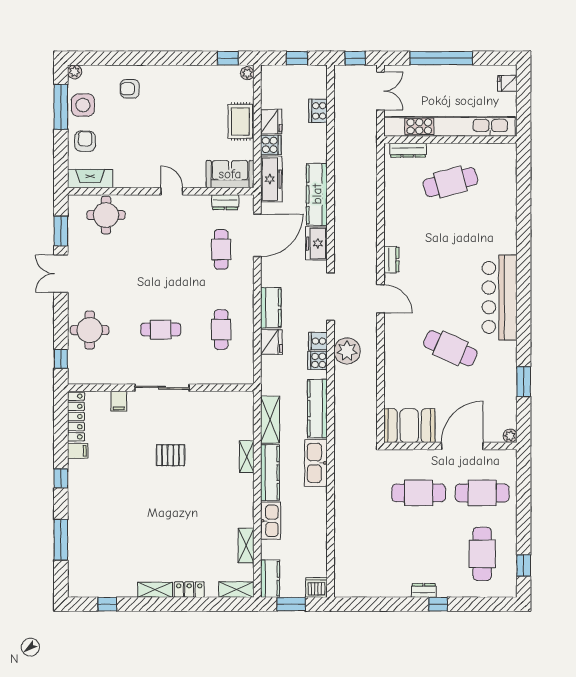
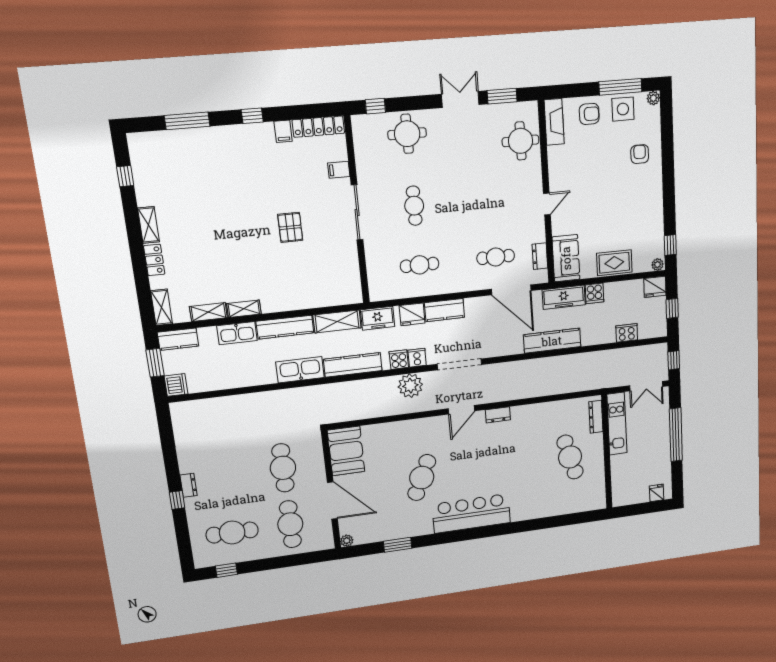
fridge: (271, 122) -> (655, 287), moved
kitchen unit: (449, 126) -> (617, 424), width x0.54
freezer: (316, 243) -> (378, 318), moved, turned 180
shelving: (247, 457) -> (244, 309), moved

